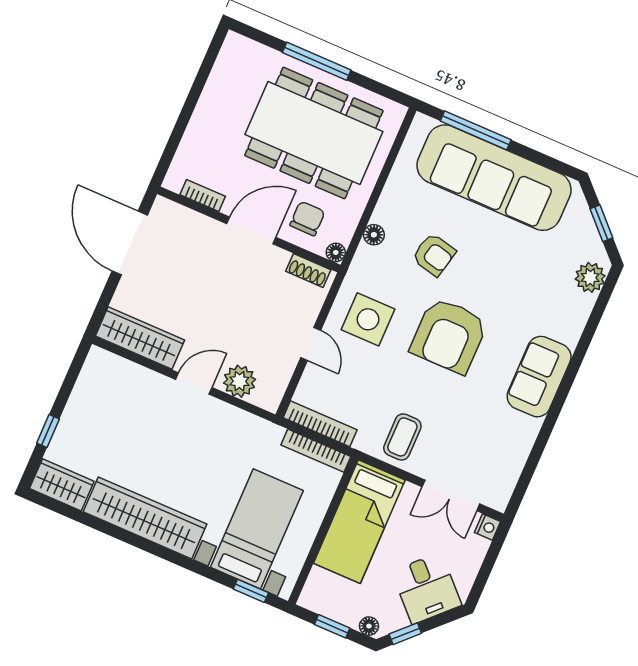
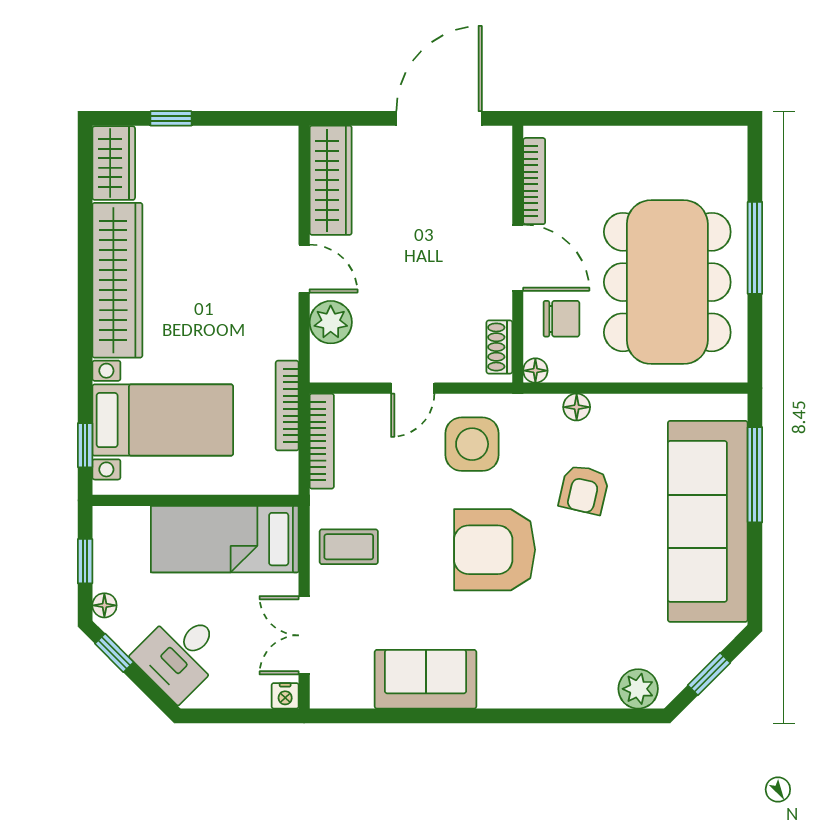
bookcase: (203, 196) -> (534, 181), width x1.56
sofa: (539, 377) -> (426, 679), moved
bookcase: (316, 451) -> (287, 406), moved

